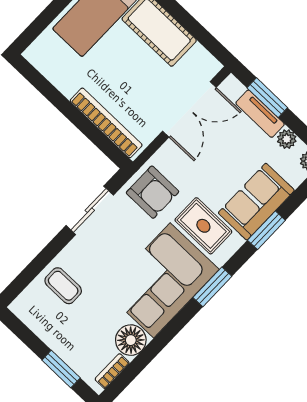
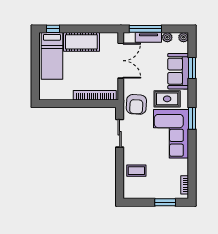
window: (267, 98) -> (145, 29), width x1.44
armchair: (152, 192) -> (136, 104), turned 93
window: (266, 230) -> (192, 68), moved
floor lamp: (131, 340) -> (181, 167), removed

